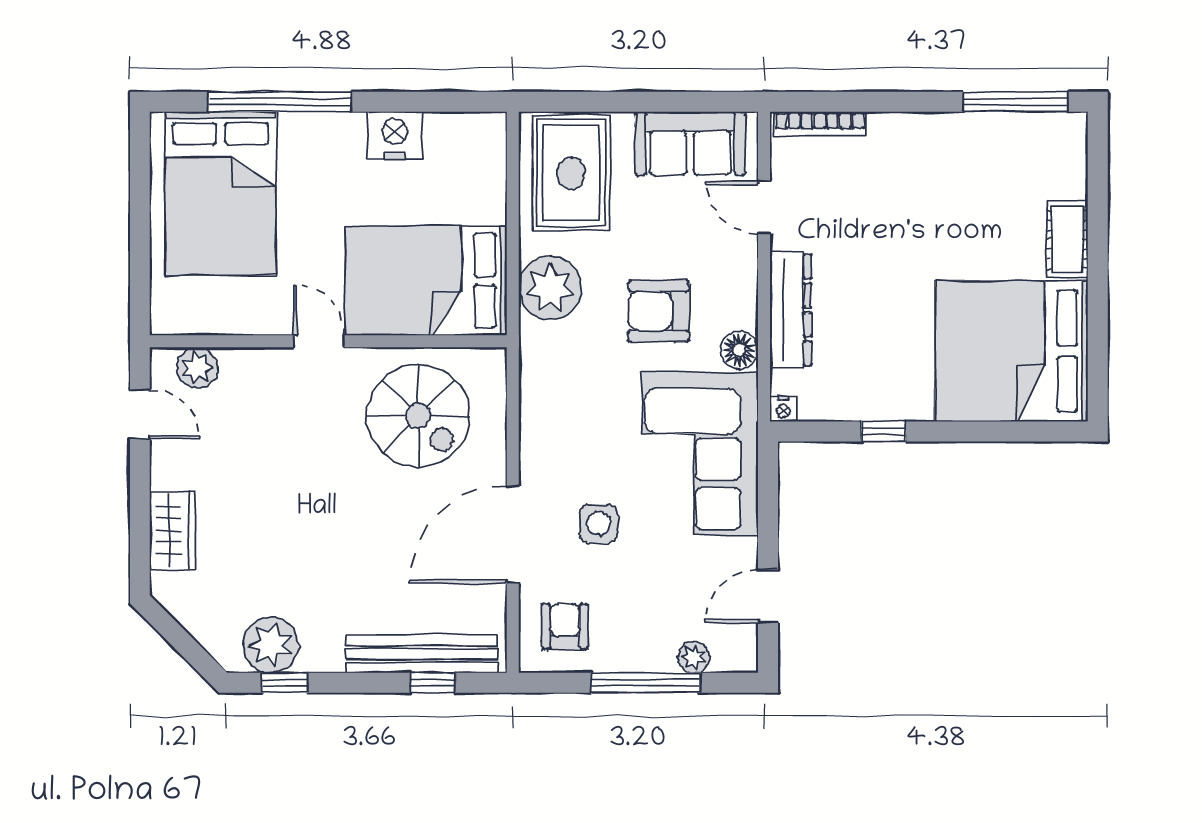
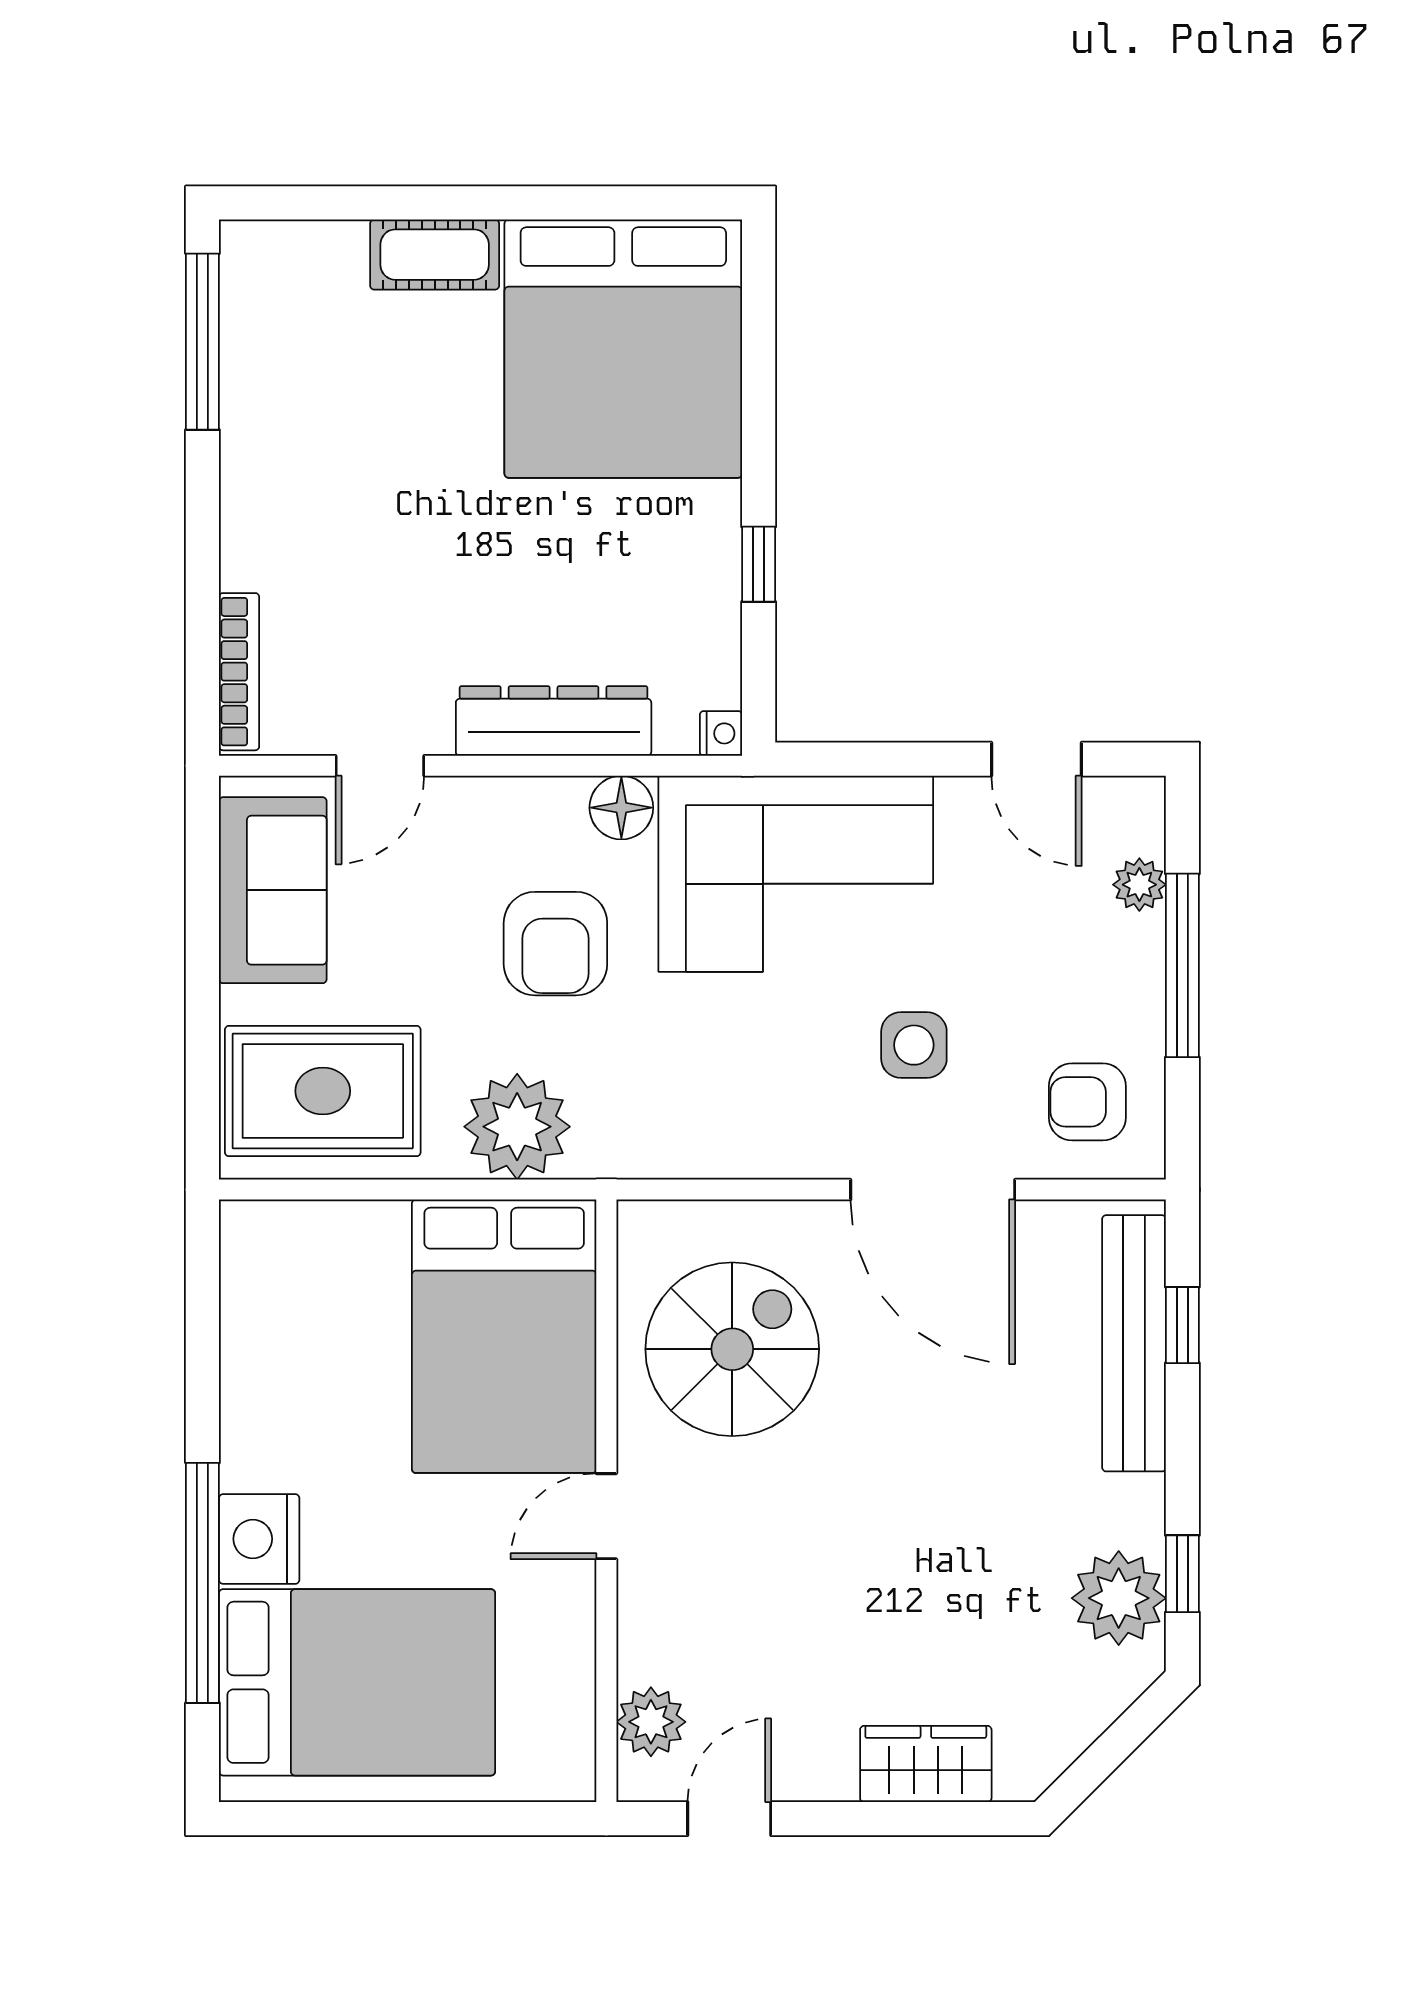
nightstand: (395, 135) -> (259, 1539), moved

